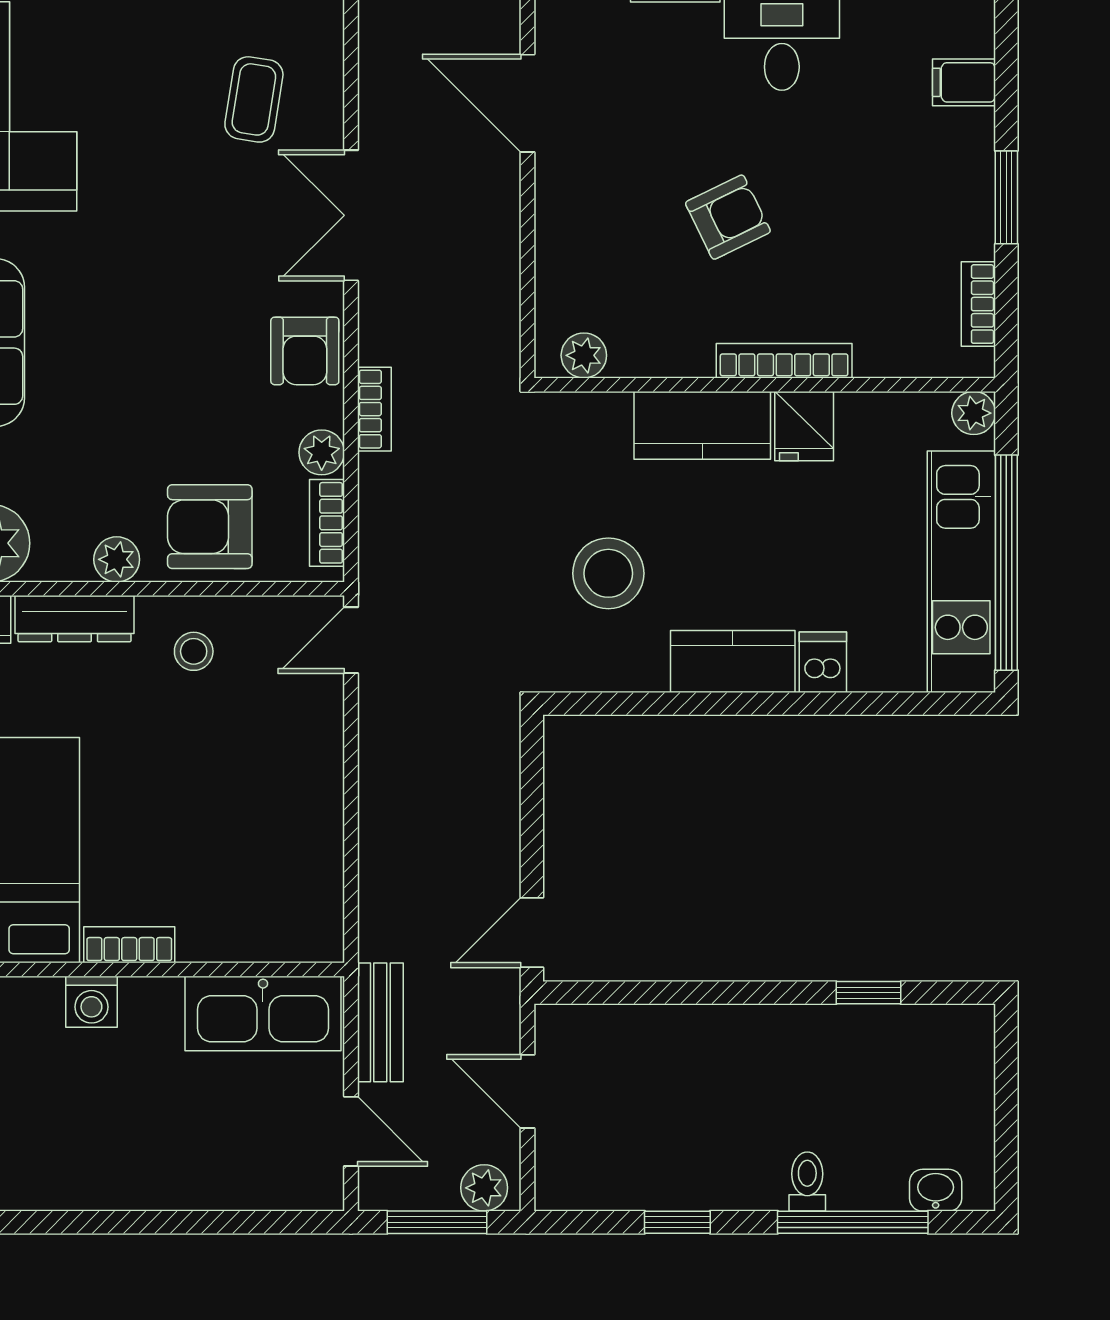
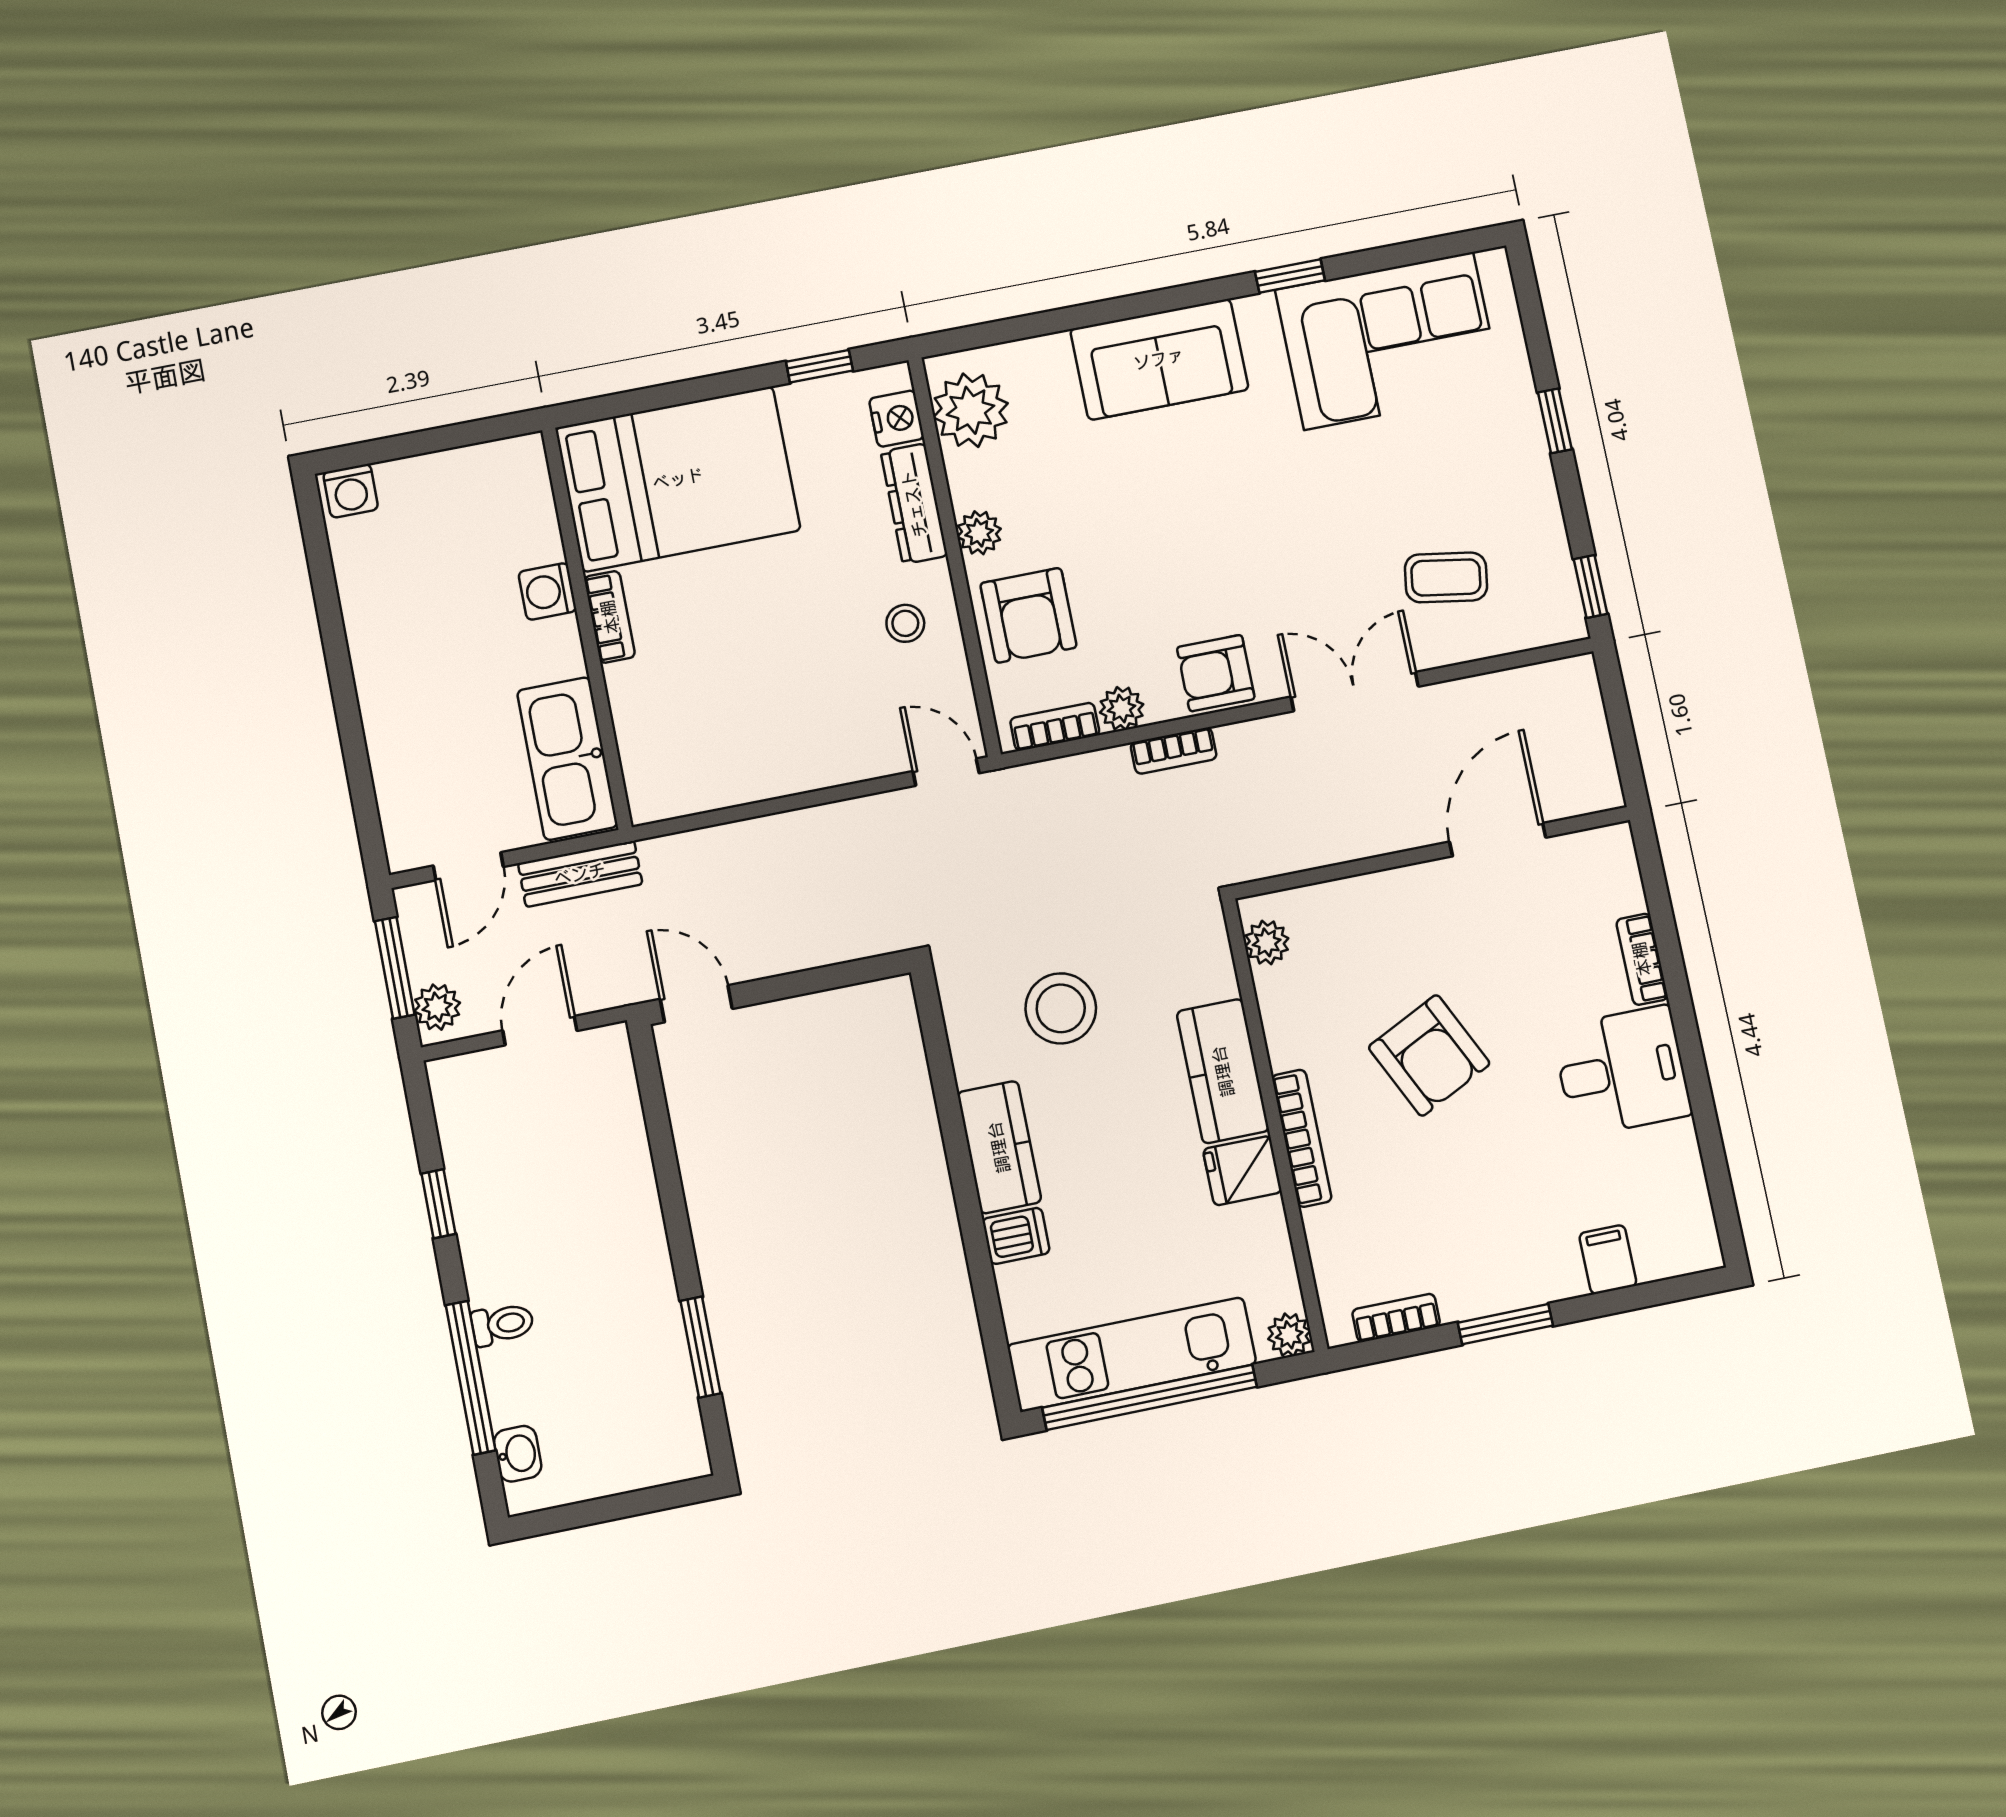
armchair: (728, 217) -> (1429, 1055), width x1.38, depth x1.38
armchair: (210, 527) -> (1028, 615), turned 180
window: (869, 993) -> (700, 1347), width x1.50

